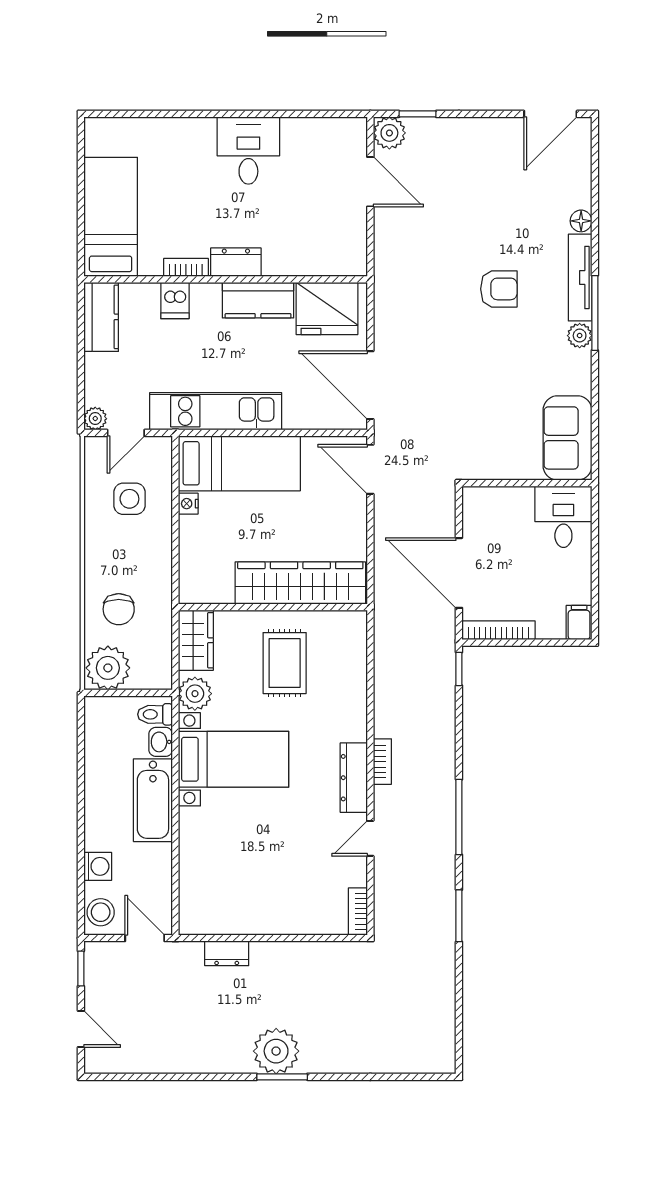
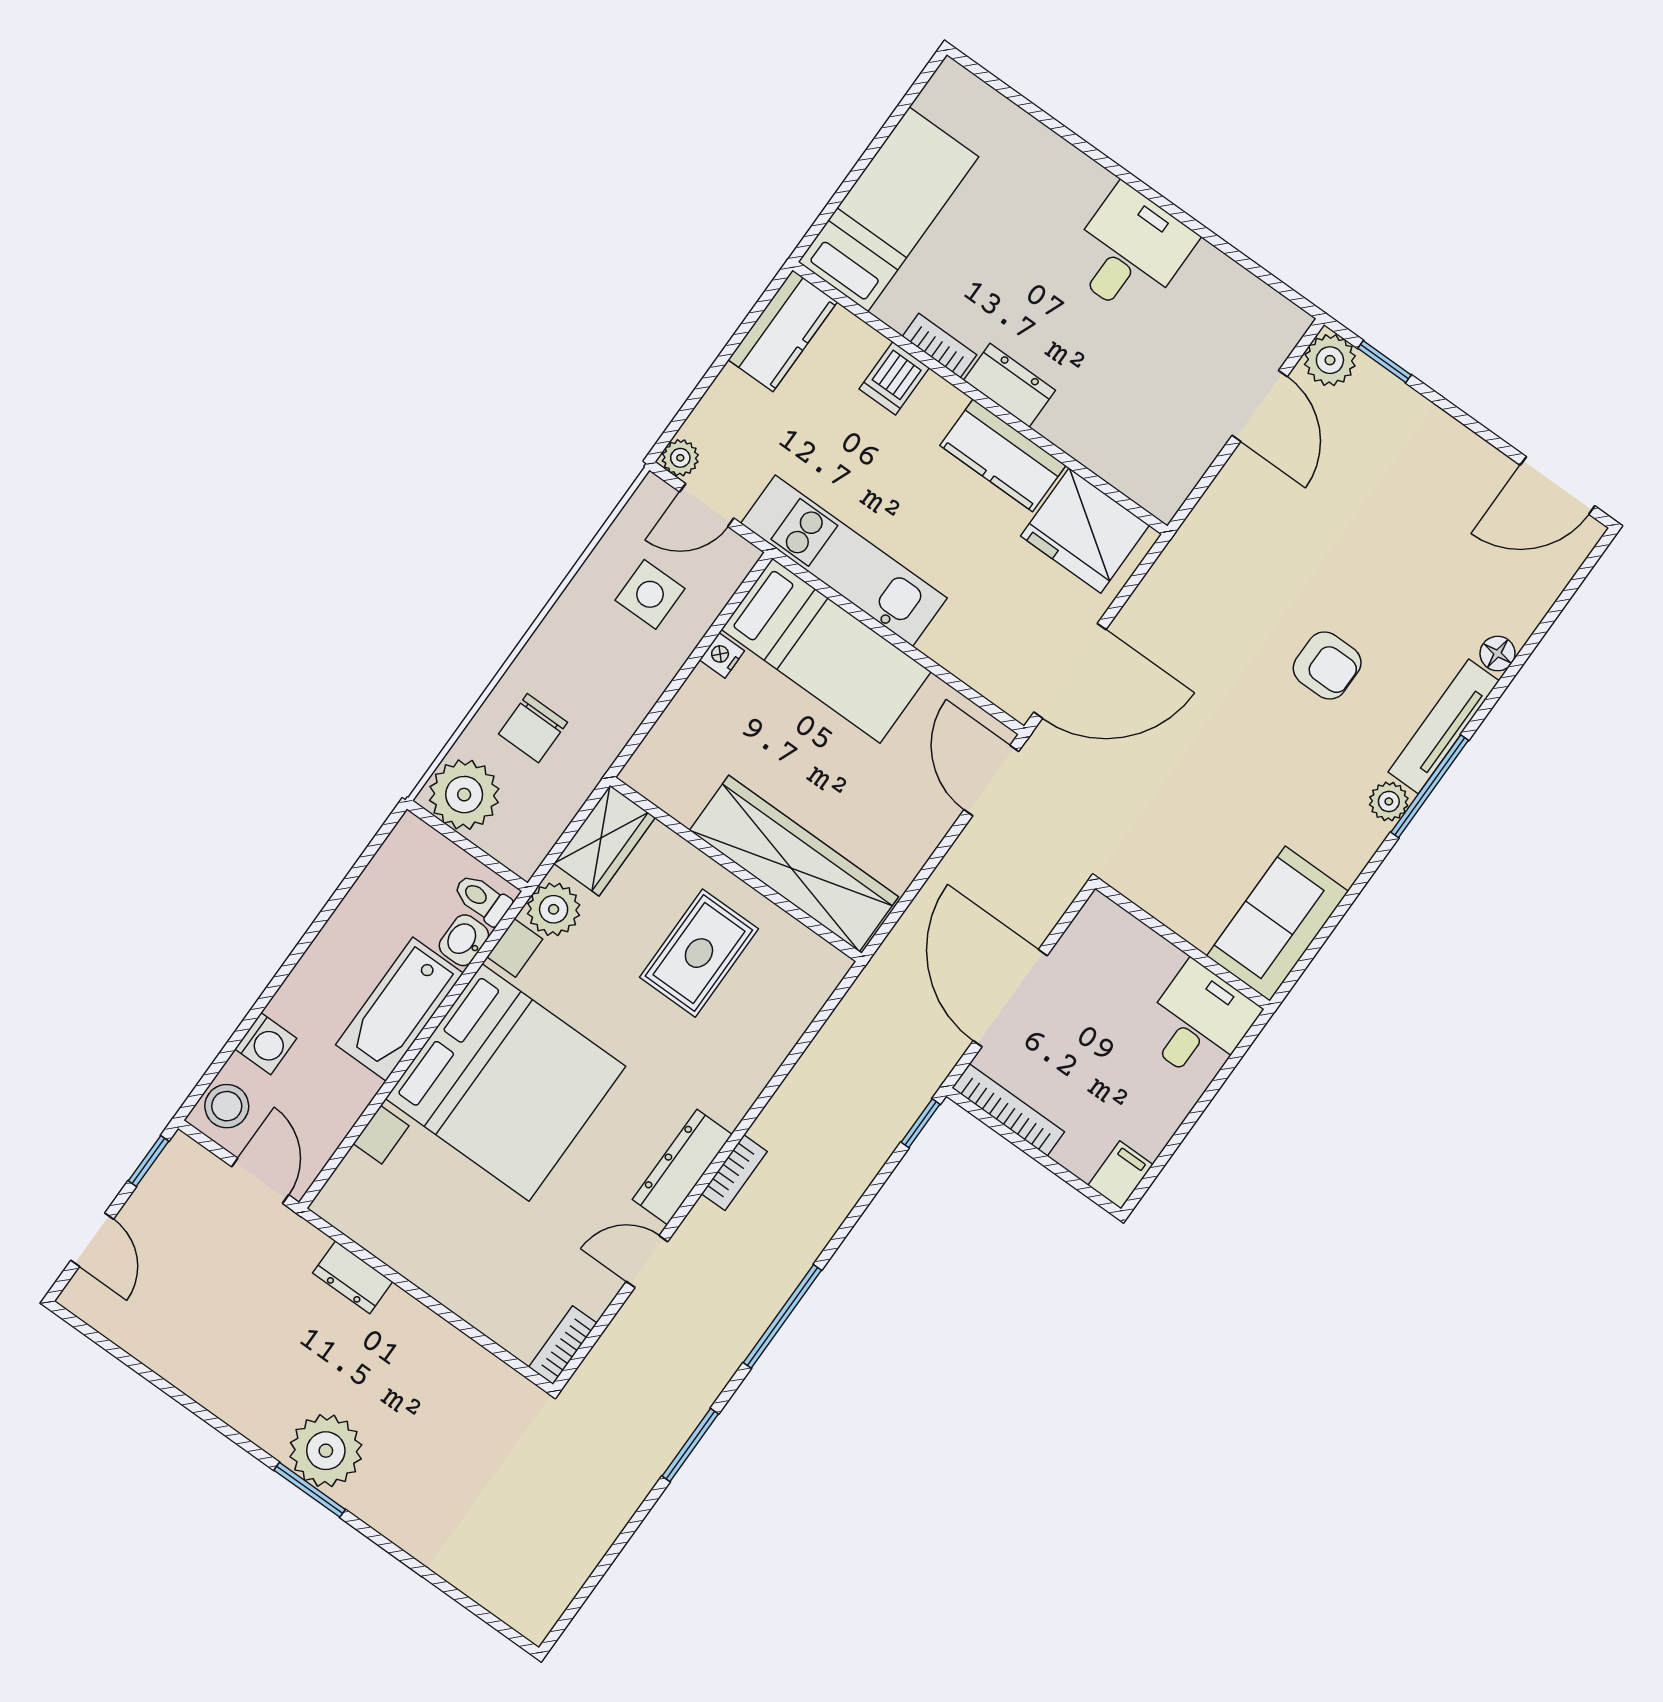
door: (370, 385) -> (1070, 671), swing flipped
bed with nightstands: (234, 759) -> (506, 1083), width x1.85

